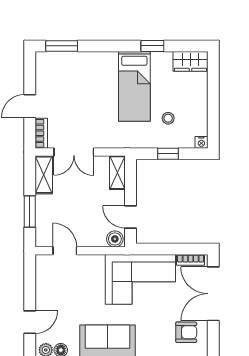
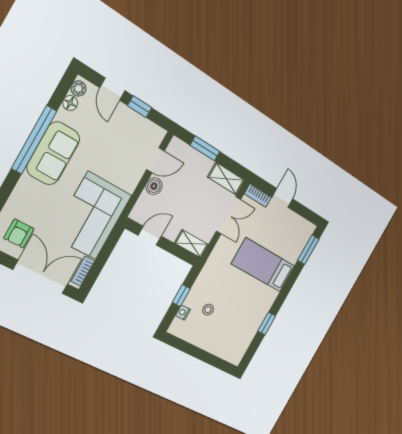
wardrobe: (190, 61) -> (238, 349), removed
bed: (134, 86) -> (263, 265), moved
nightstand: (201, 142) -> (183, 313), moved
double door: (74, 152) -> (228, 215), swing flipped
boiler: (115, 239) -> (154, 186), moved
window: (30, 291) -> (140, 107), added

